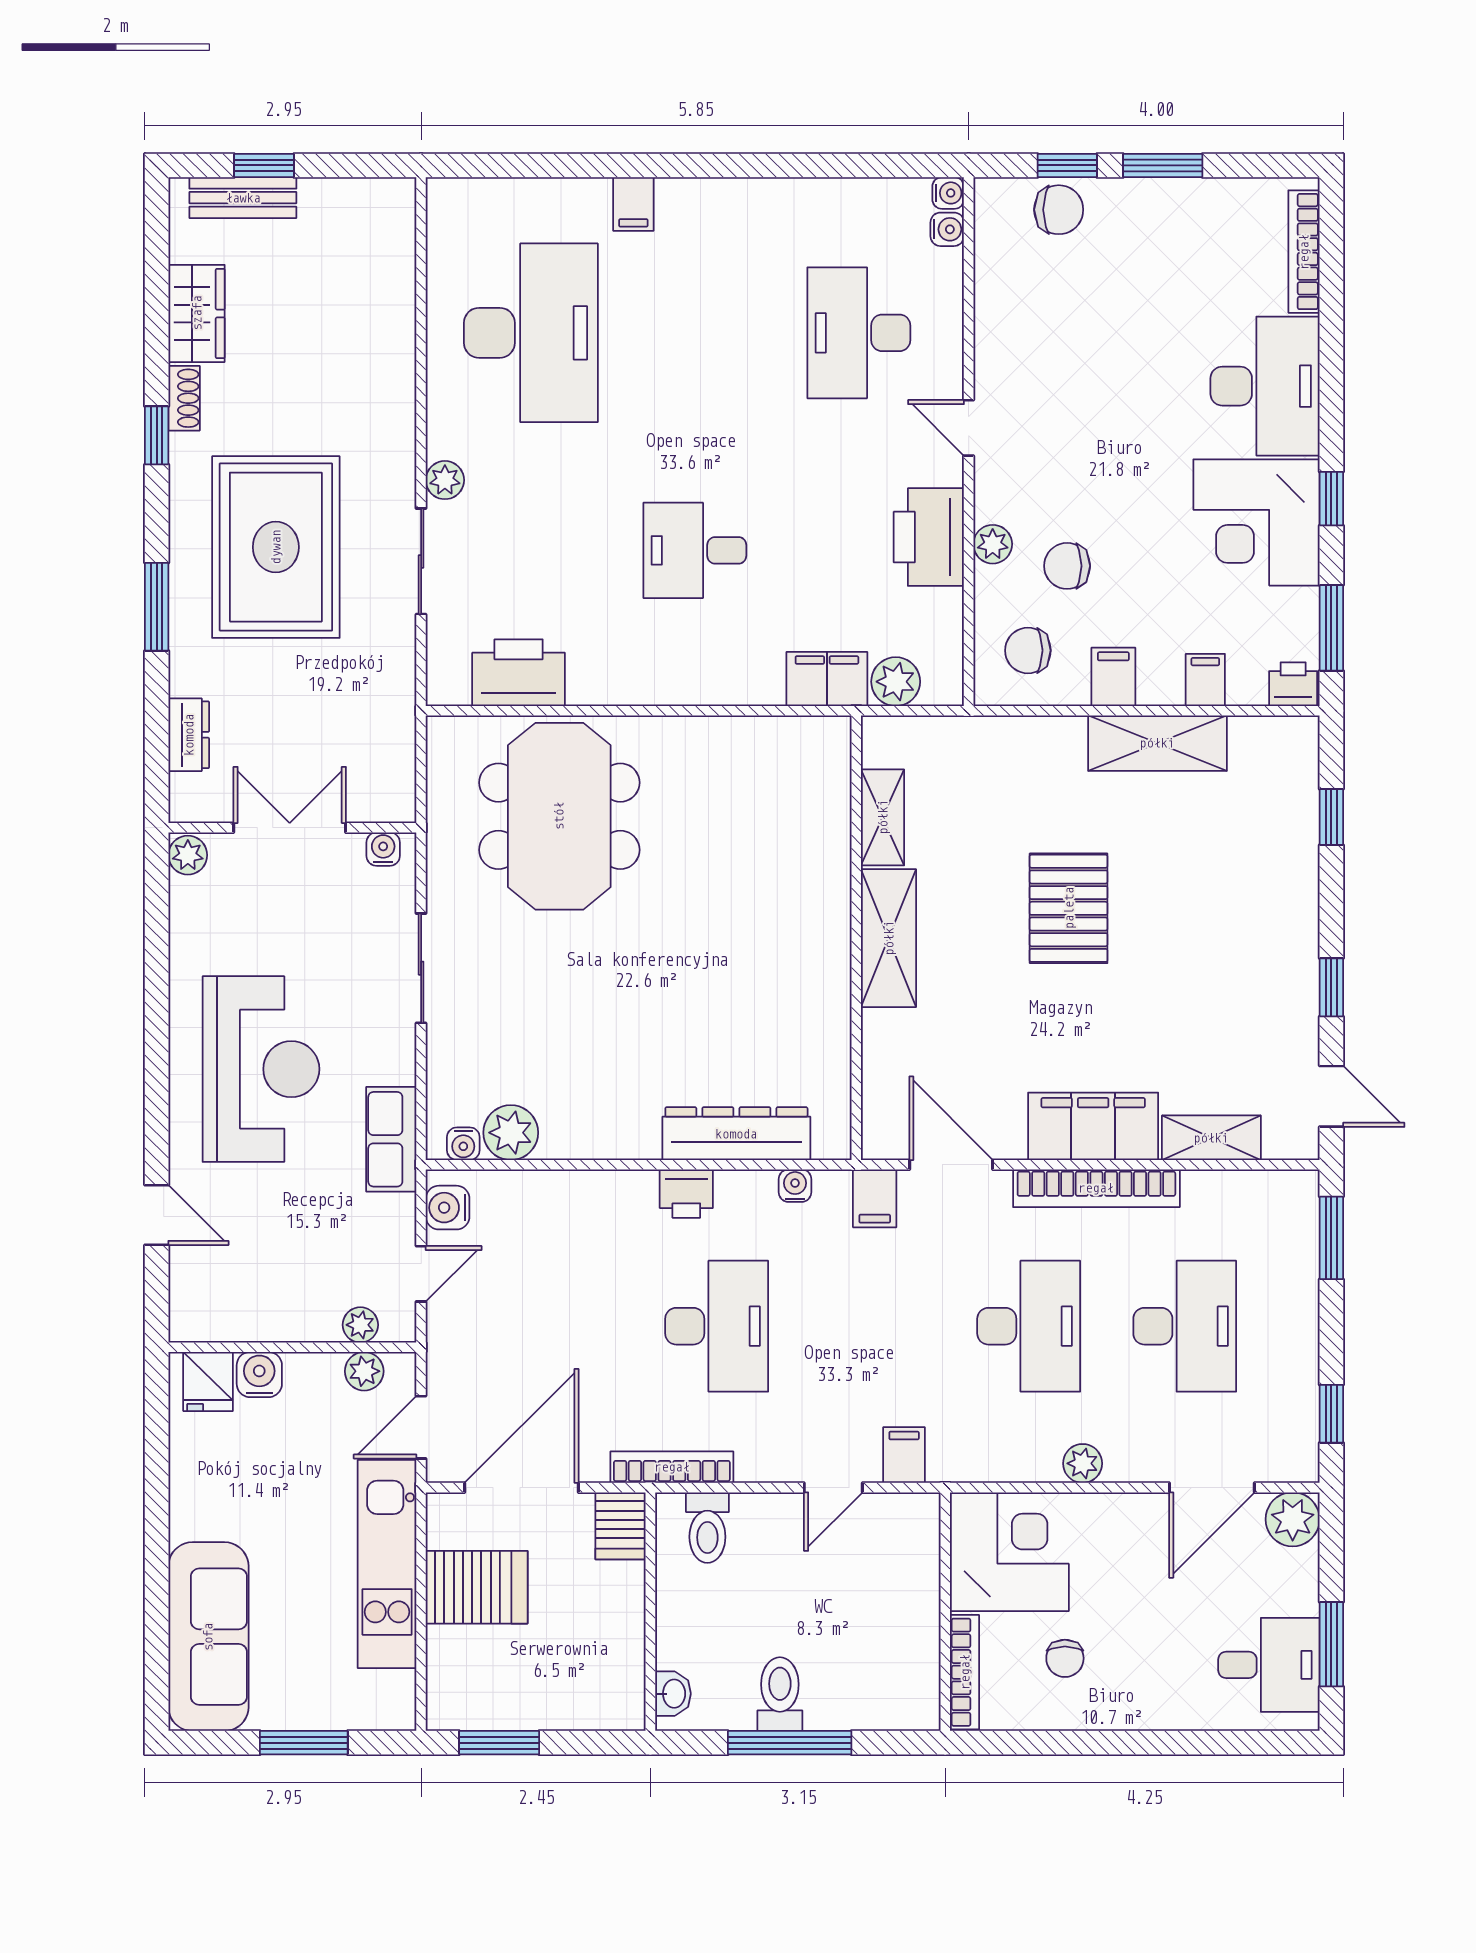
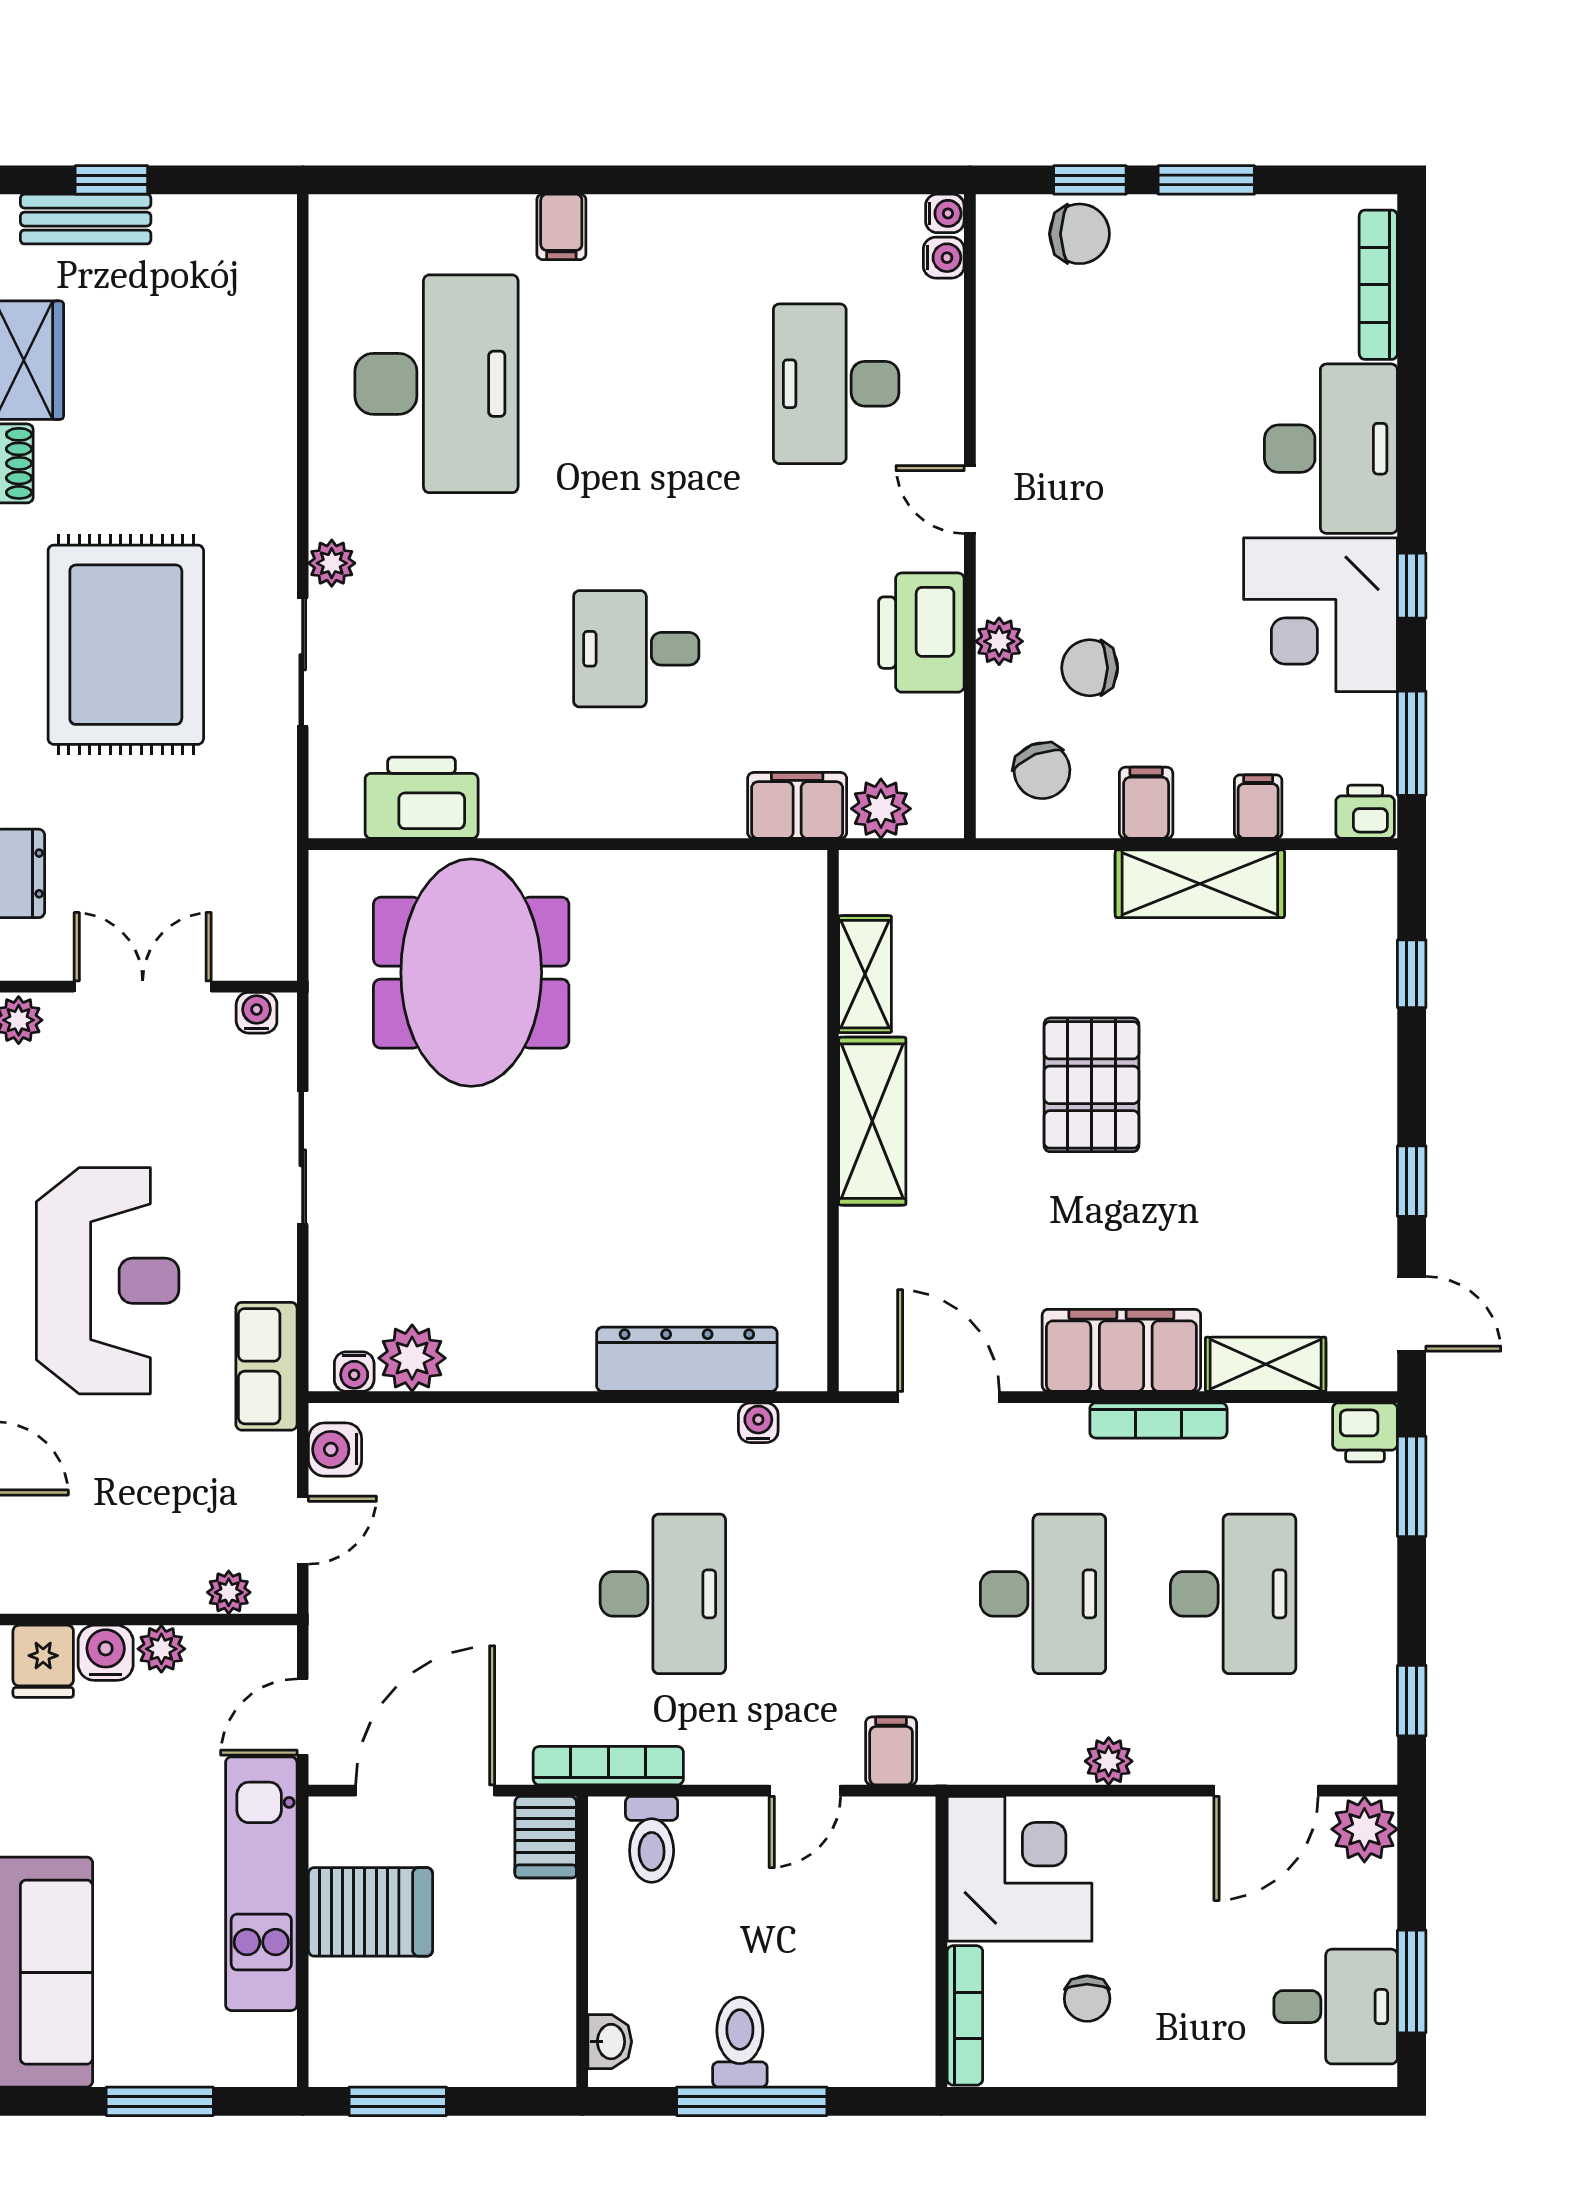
chair: (1028, 650) -> (1042, 771), turned -112
bookcase: (1096, 1188) -> (1158, 1420), width x0.68, depth x0.76
printer: (686, 1194) -> (1365, 1432), moved
filing cabinet: (875, 1198) -> (855, 1438), removed
plant: (364, 1371) -> (161, 1649), moved

